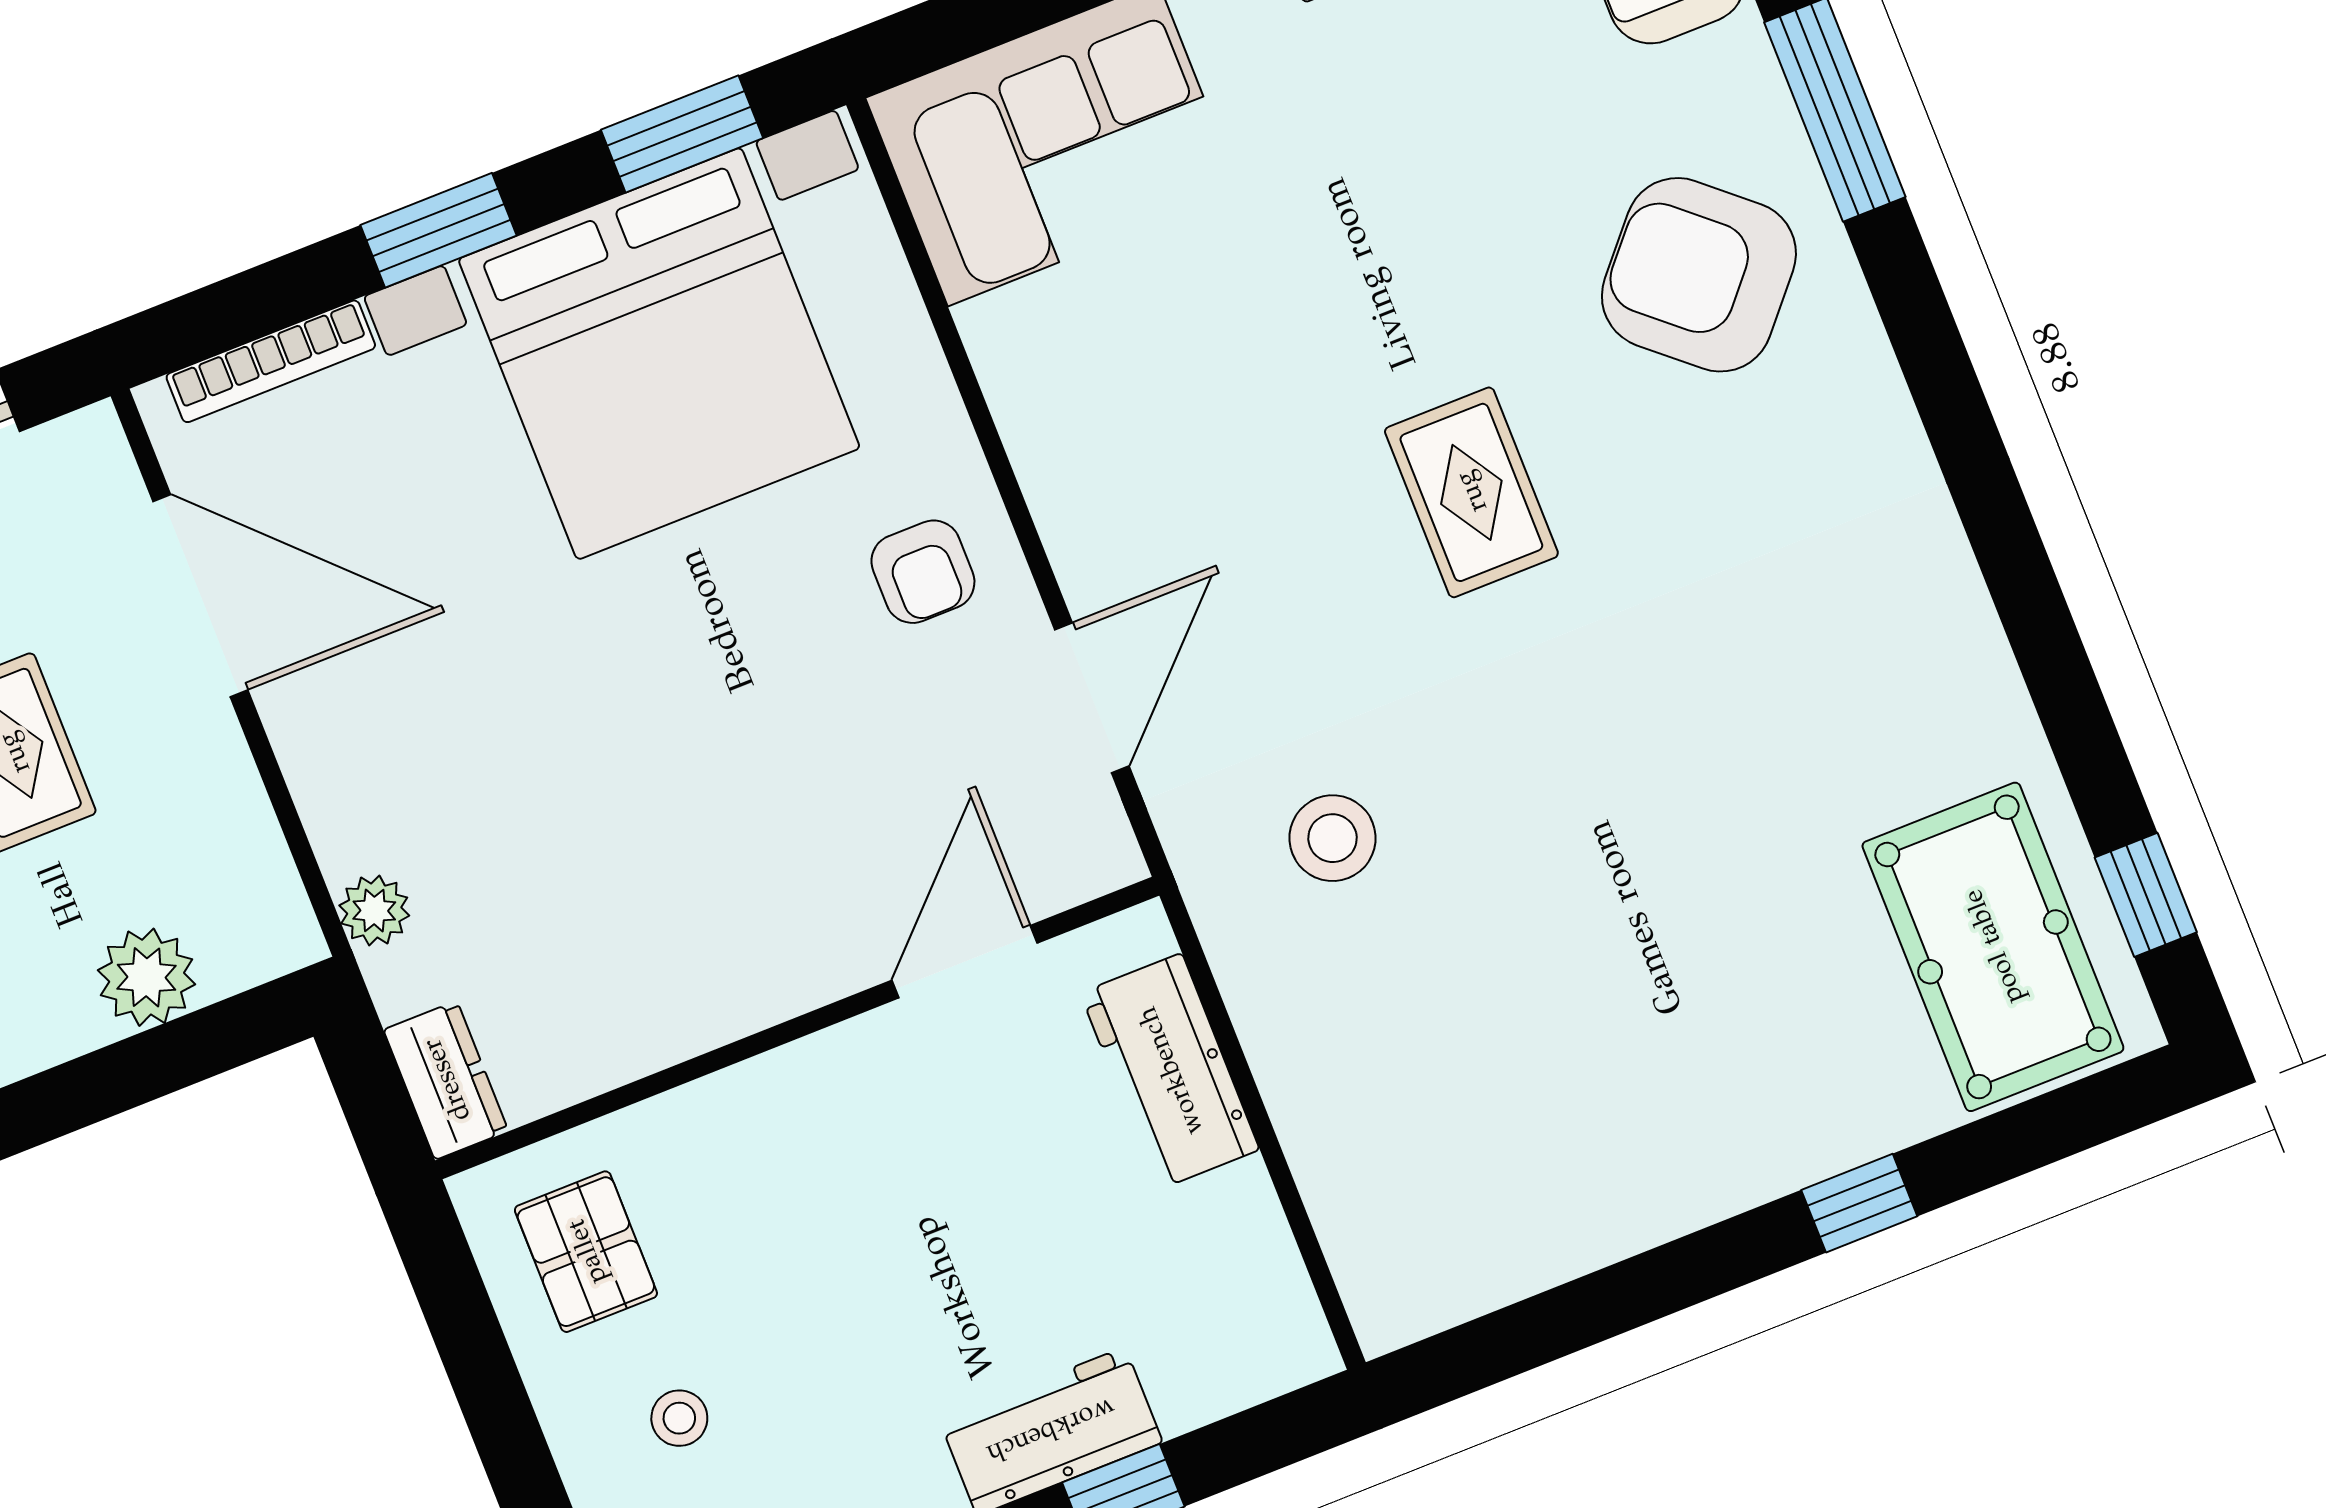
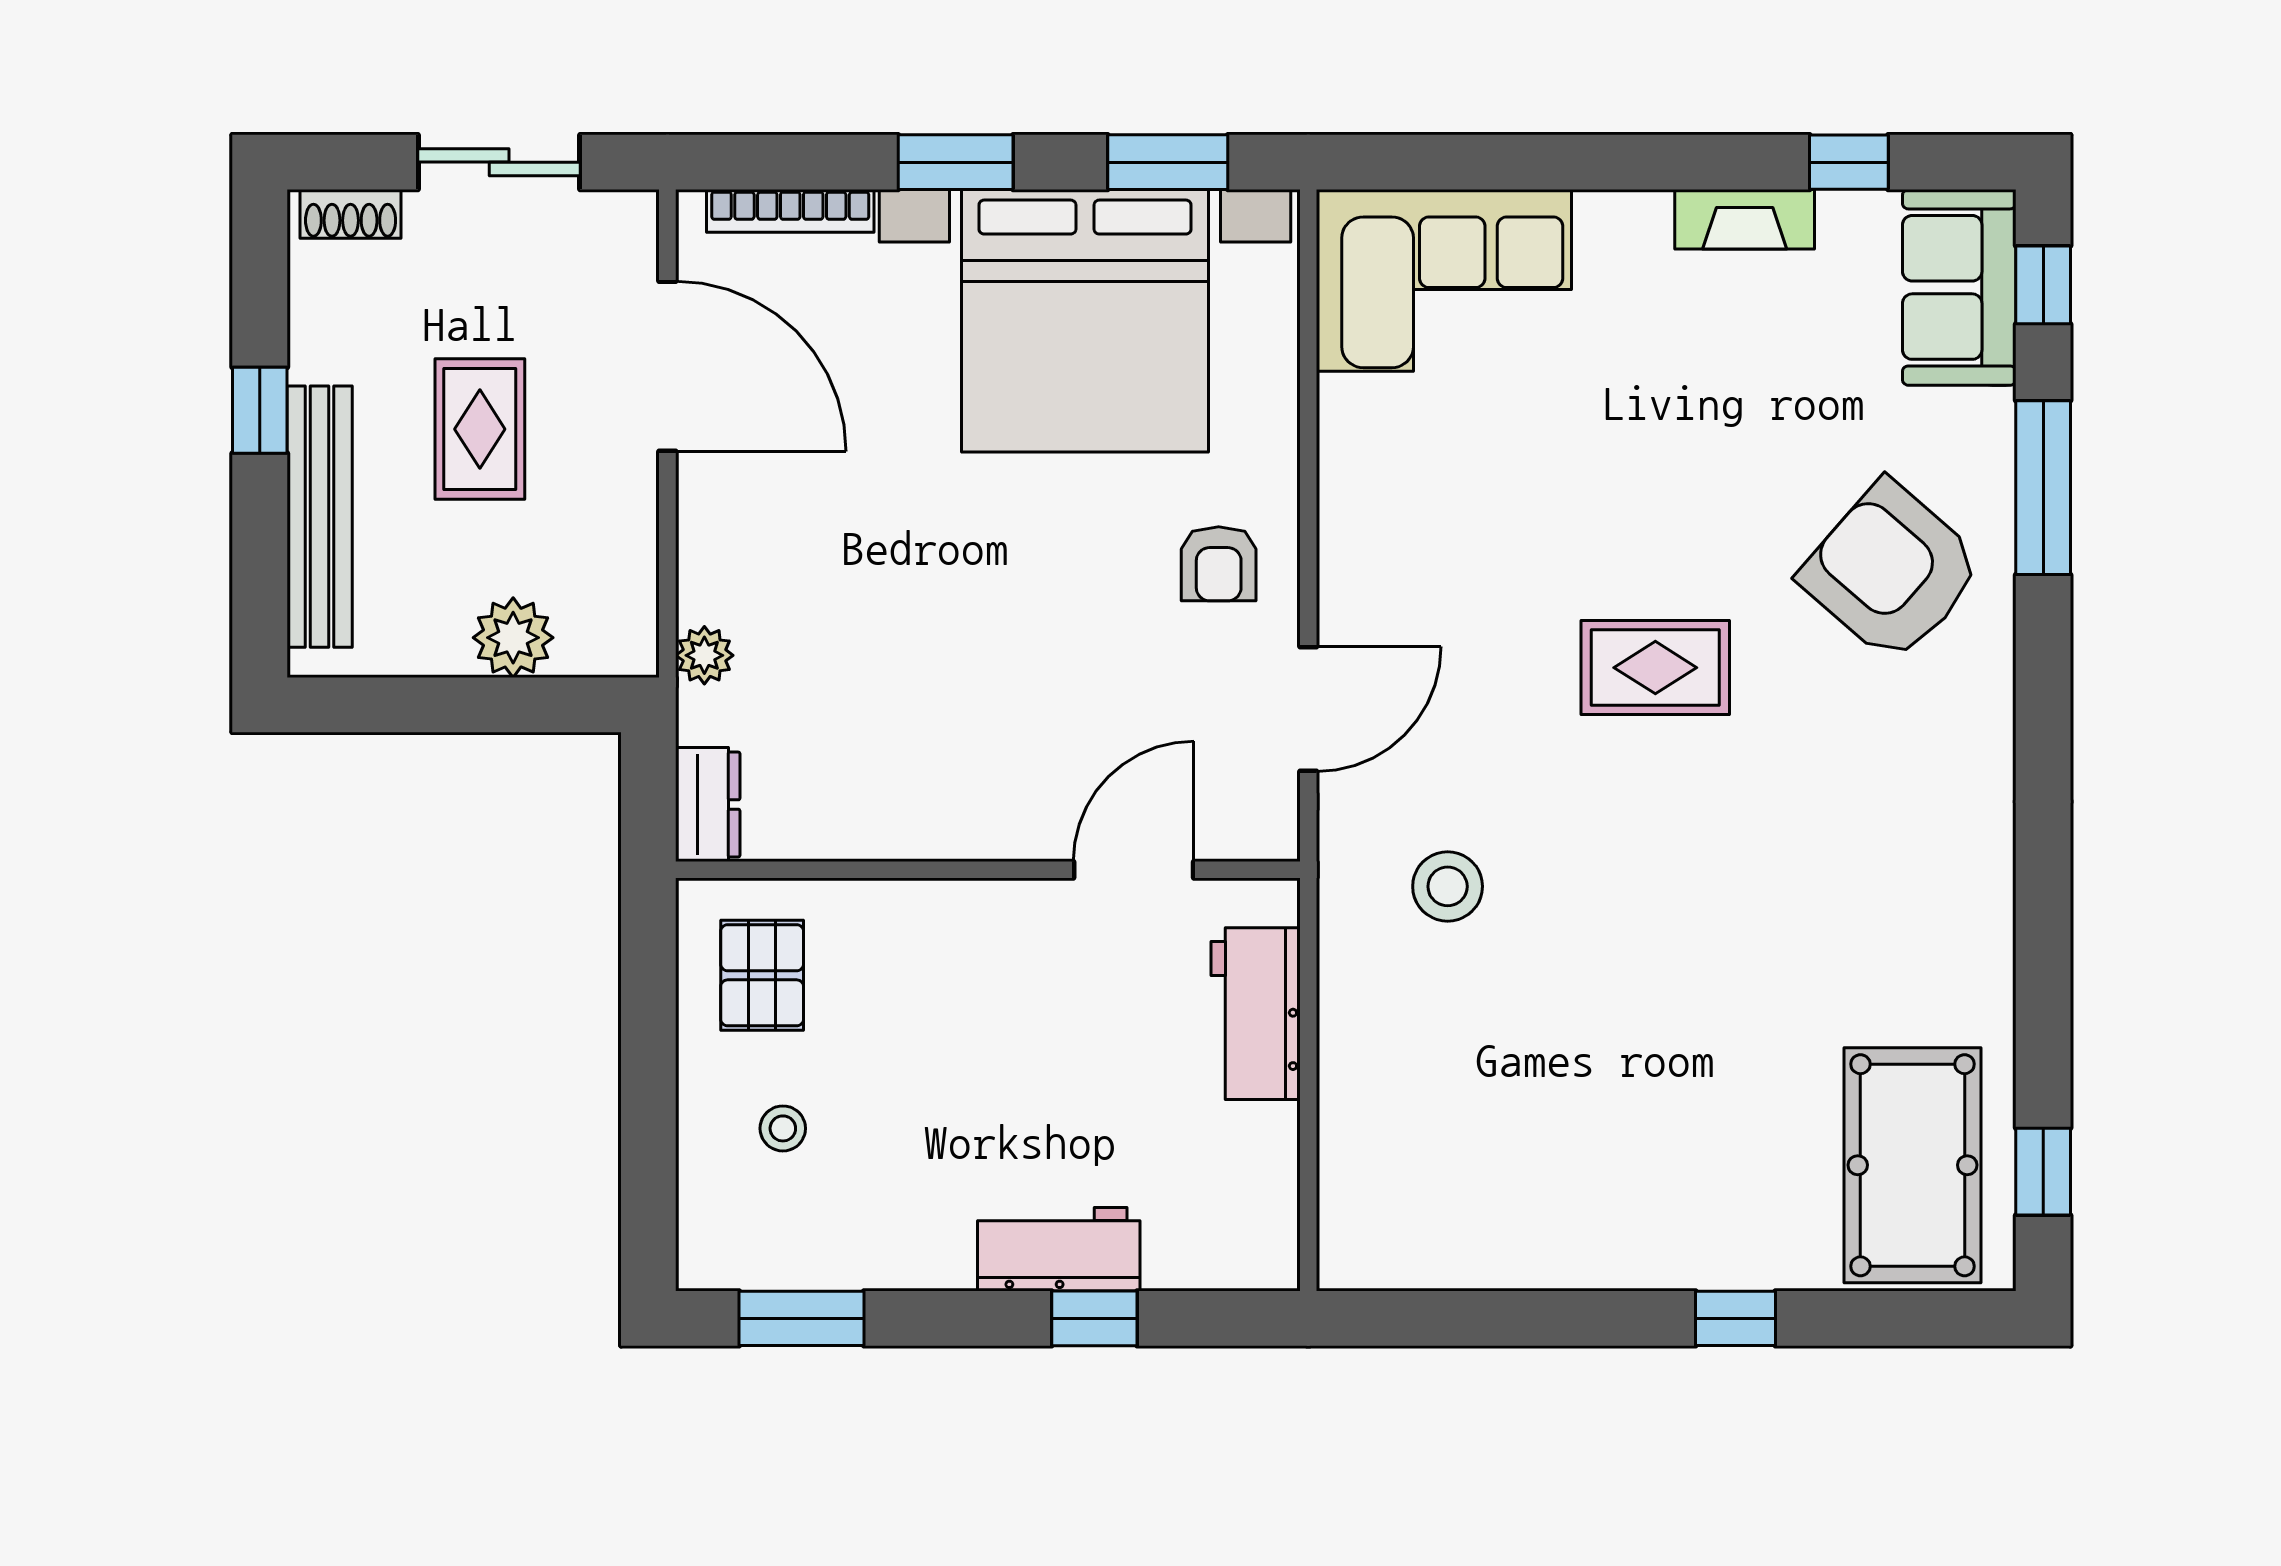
rug: (1471, 492) -> (1655, 668), turned 90

